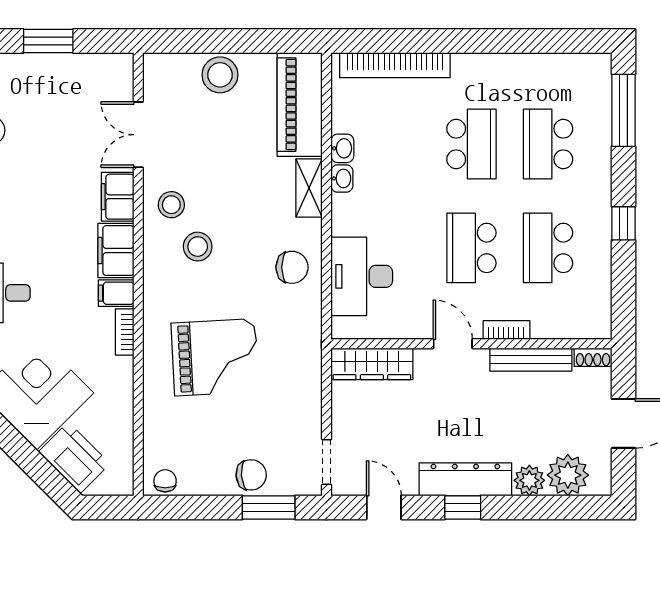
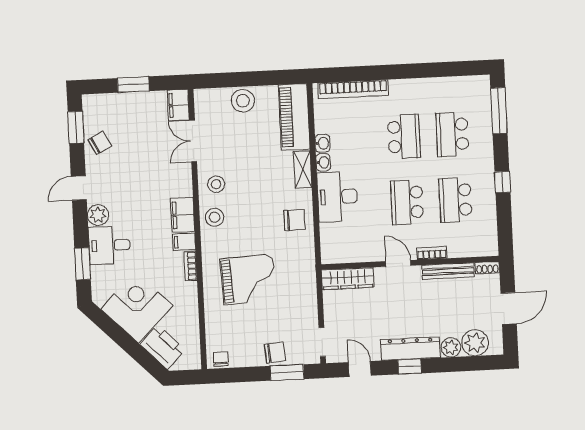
filing cabinet: (118, 197) -> (178, 105), moved
stool: (198, 247) -> (215, 217), moved
desk: (362, 276) -> (337, 197), moved

